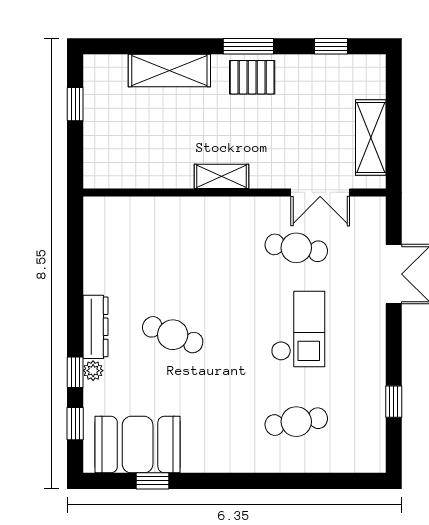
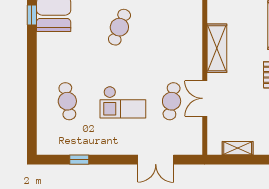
shelving: (371, 138) -> (238, 148), width x0.67, depth x0.75
shelving: (222, 176) -> (217, 48), width x1.50, depth x1.33
double door: (320, 192) -> (205, 98), moved

